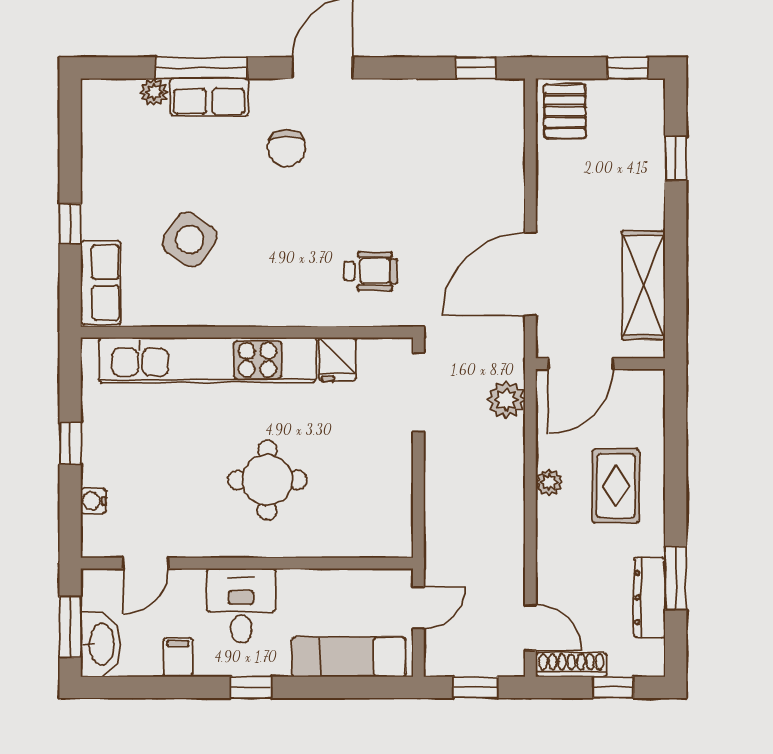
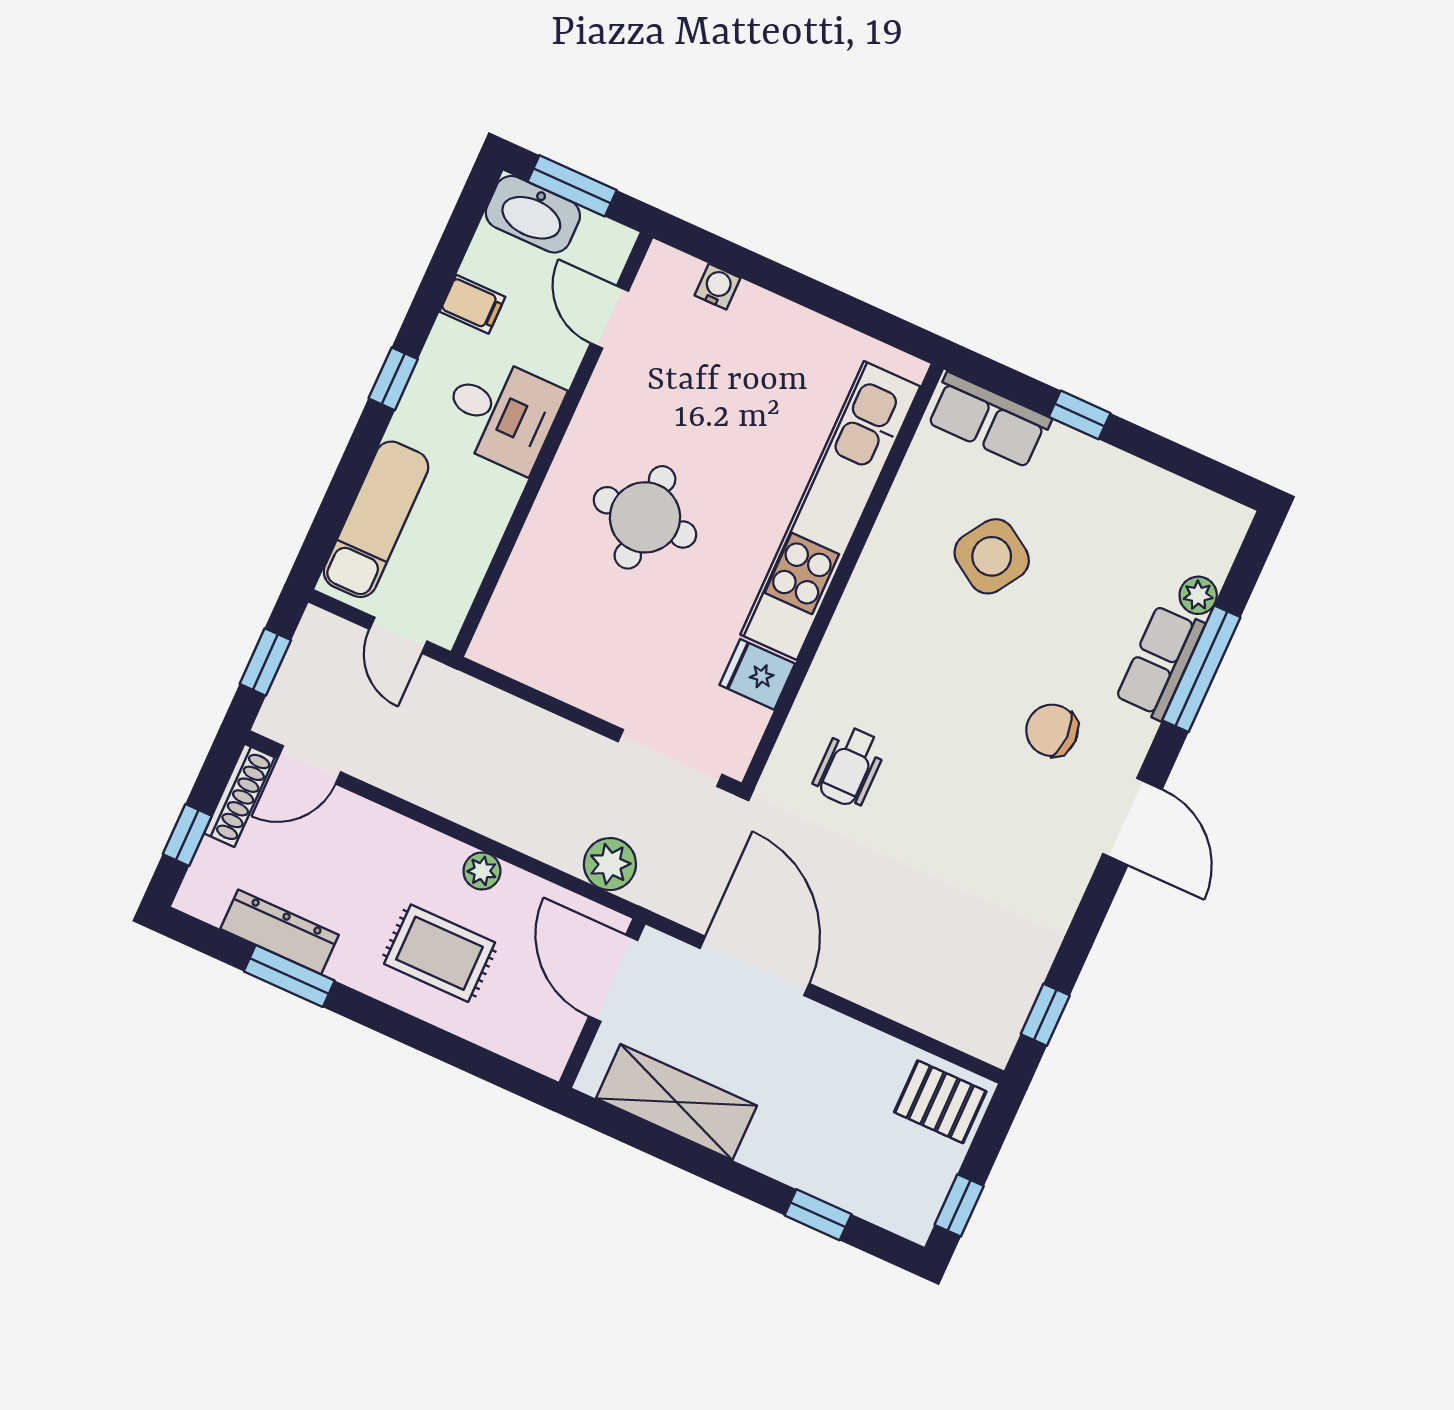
window: (70, 443) -> (803, 290), removed

